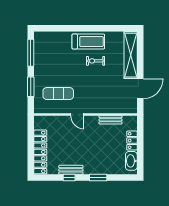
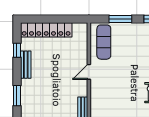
exercise mat: (58, 94) -> (104, 42), moved
window: (69, 178) -> (17, 50), moved

